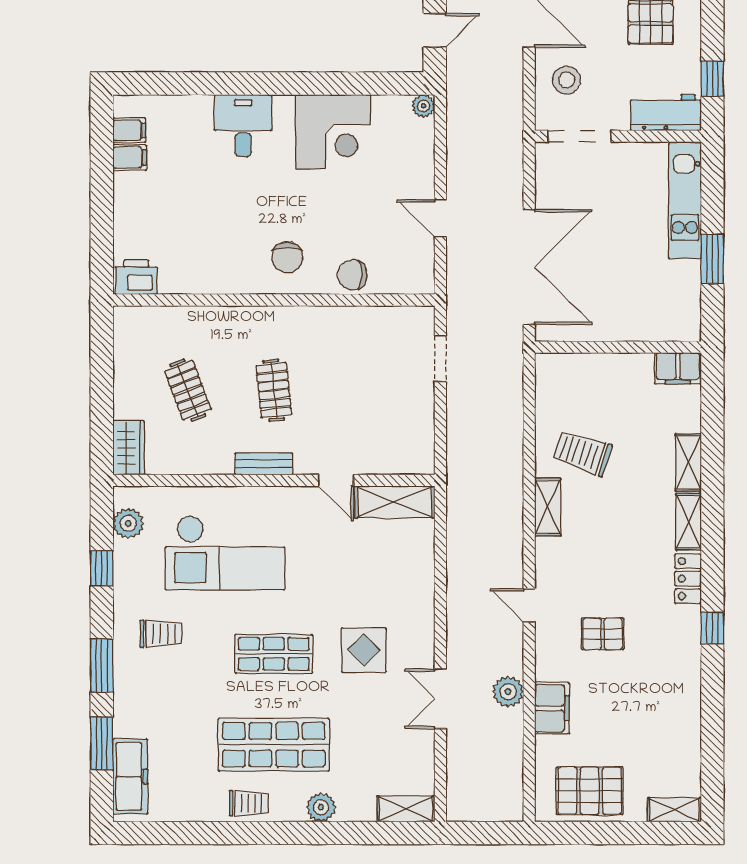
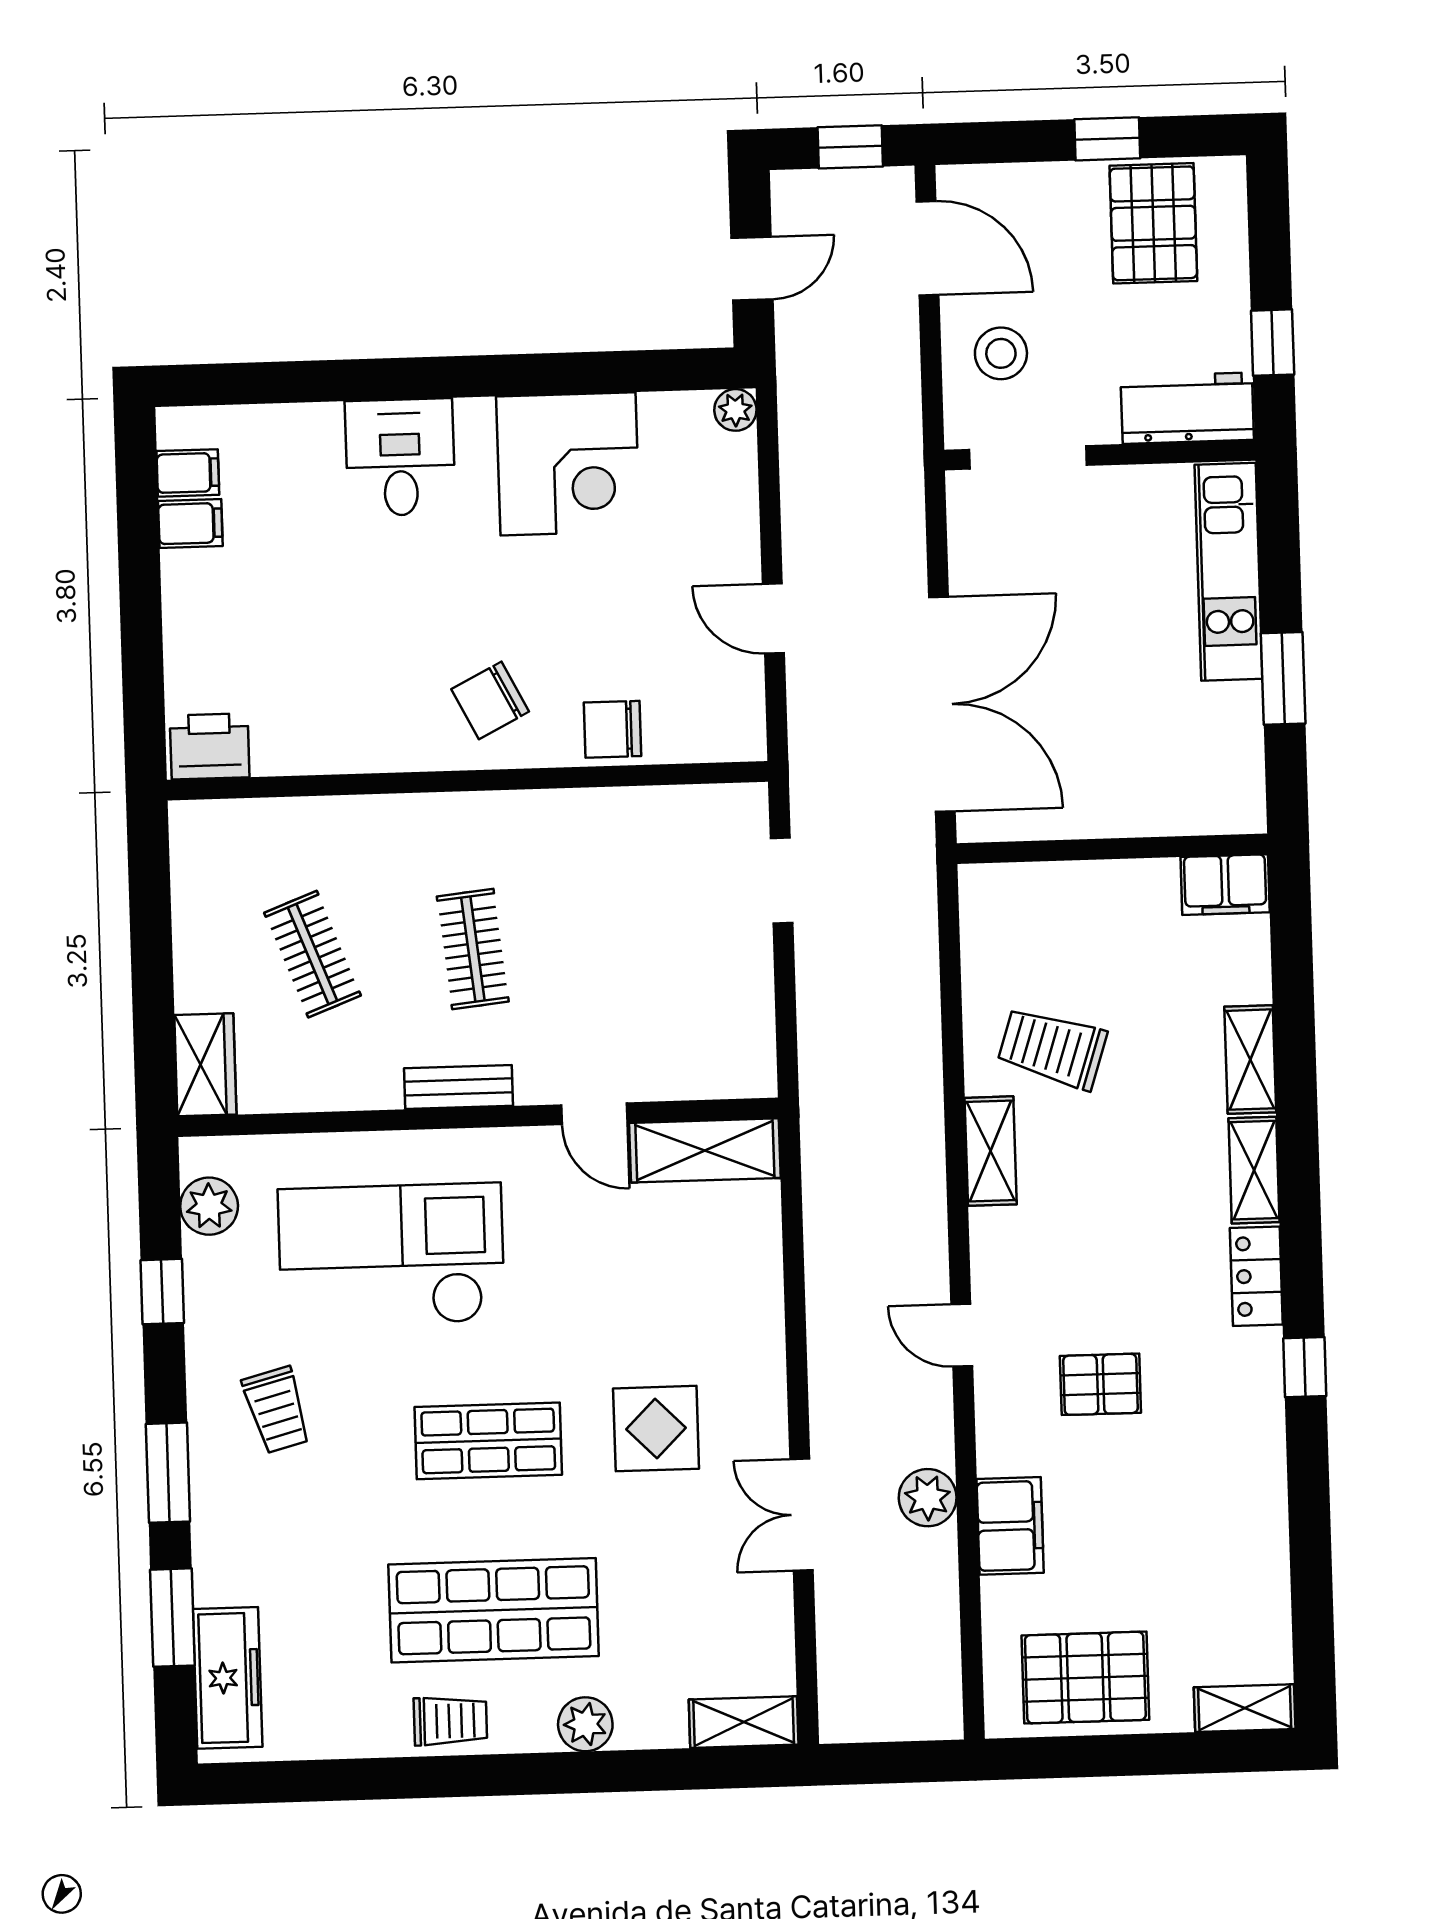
chair: (287, 257) -> (490, 700), turned 63
checkout: (225, 553) -> (391, 1255), turned 180
trolley: (161, 634) -> (277, 1410), turned 75

